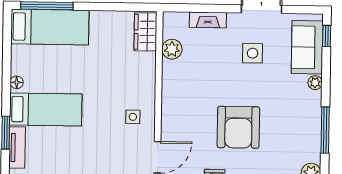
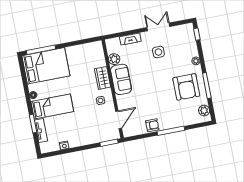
bed: (50, 27) -> (46, 66), width x1.50
wardrobe: (145, 32) -> (103, 78), moved
sofa: (307, 47) -> (121, 79), moved, turned 180
armchair: (238, 127) -> (186, 87), moved

